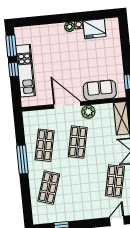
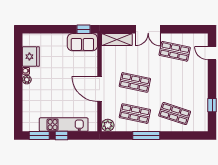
sofa: (100, 90) -> (82, 42), moved, turned -90
door: (67, 105) -> (100, 89), hinge flipped
plant: (88, 112) -> (108, 125), moved

